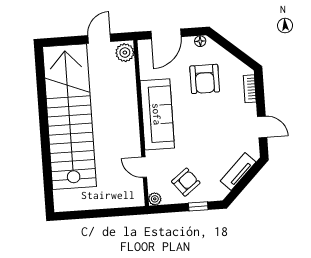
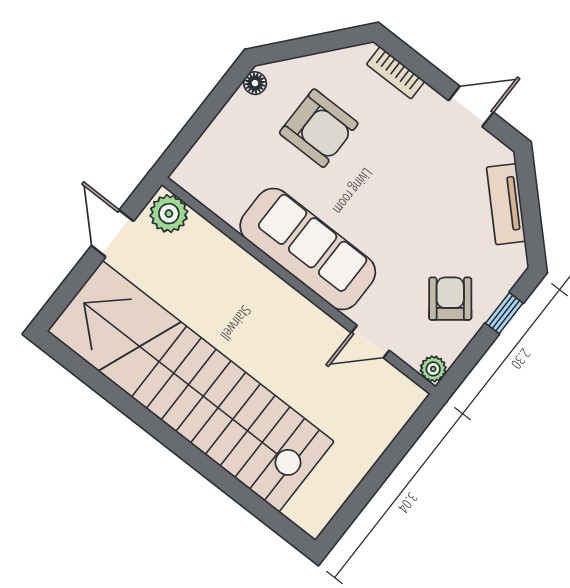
door: (166, 34) -> (197, 125), removed

